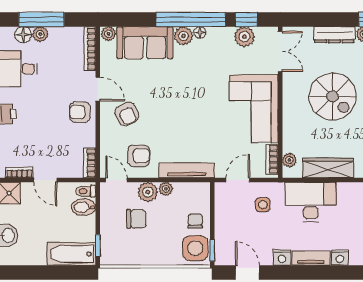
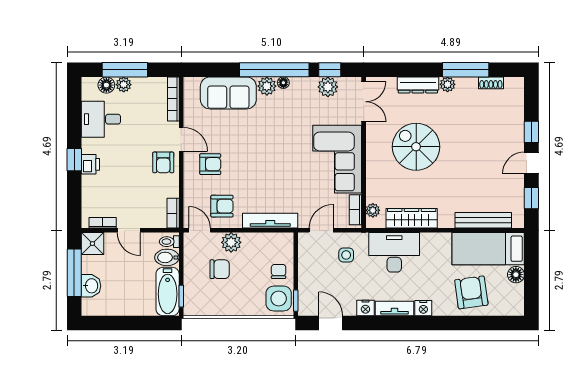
plant: (109, 34) -> (192, 84), removed
spiral stairs: (333, 96) -> (416, 147), turned 180
armchair: (80, 112) -> (163, 162), turned -90
armchair: (127, 114) -> (210, 164), turned -64
plant: (166, 189) -> (249, 239), removed
bathtub: (71, 254) -> (168, 292), moved, turned -90

